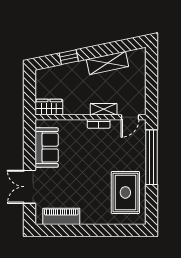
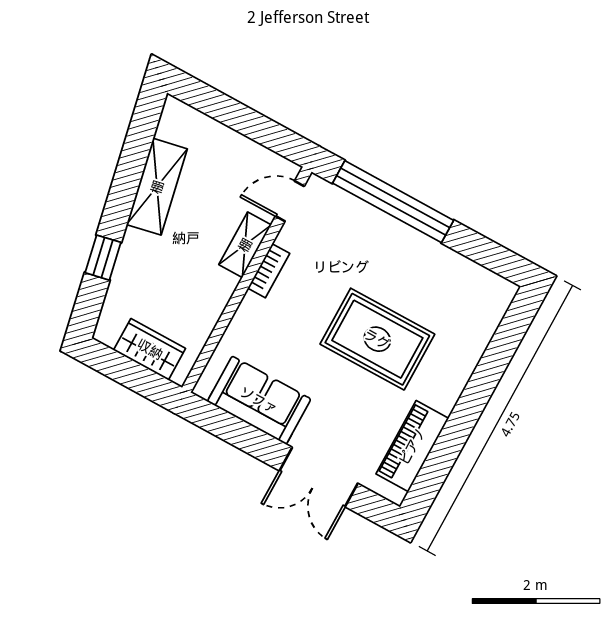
wardrobe: (49, 107) -> (150, 349), moved, turned 90
door: (130, 117) -> (290, 201), swing flipped
rug: (125, 192) -> (377, 339), moved

